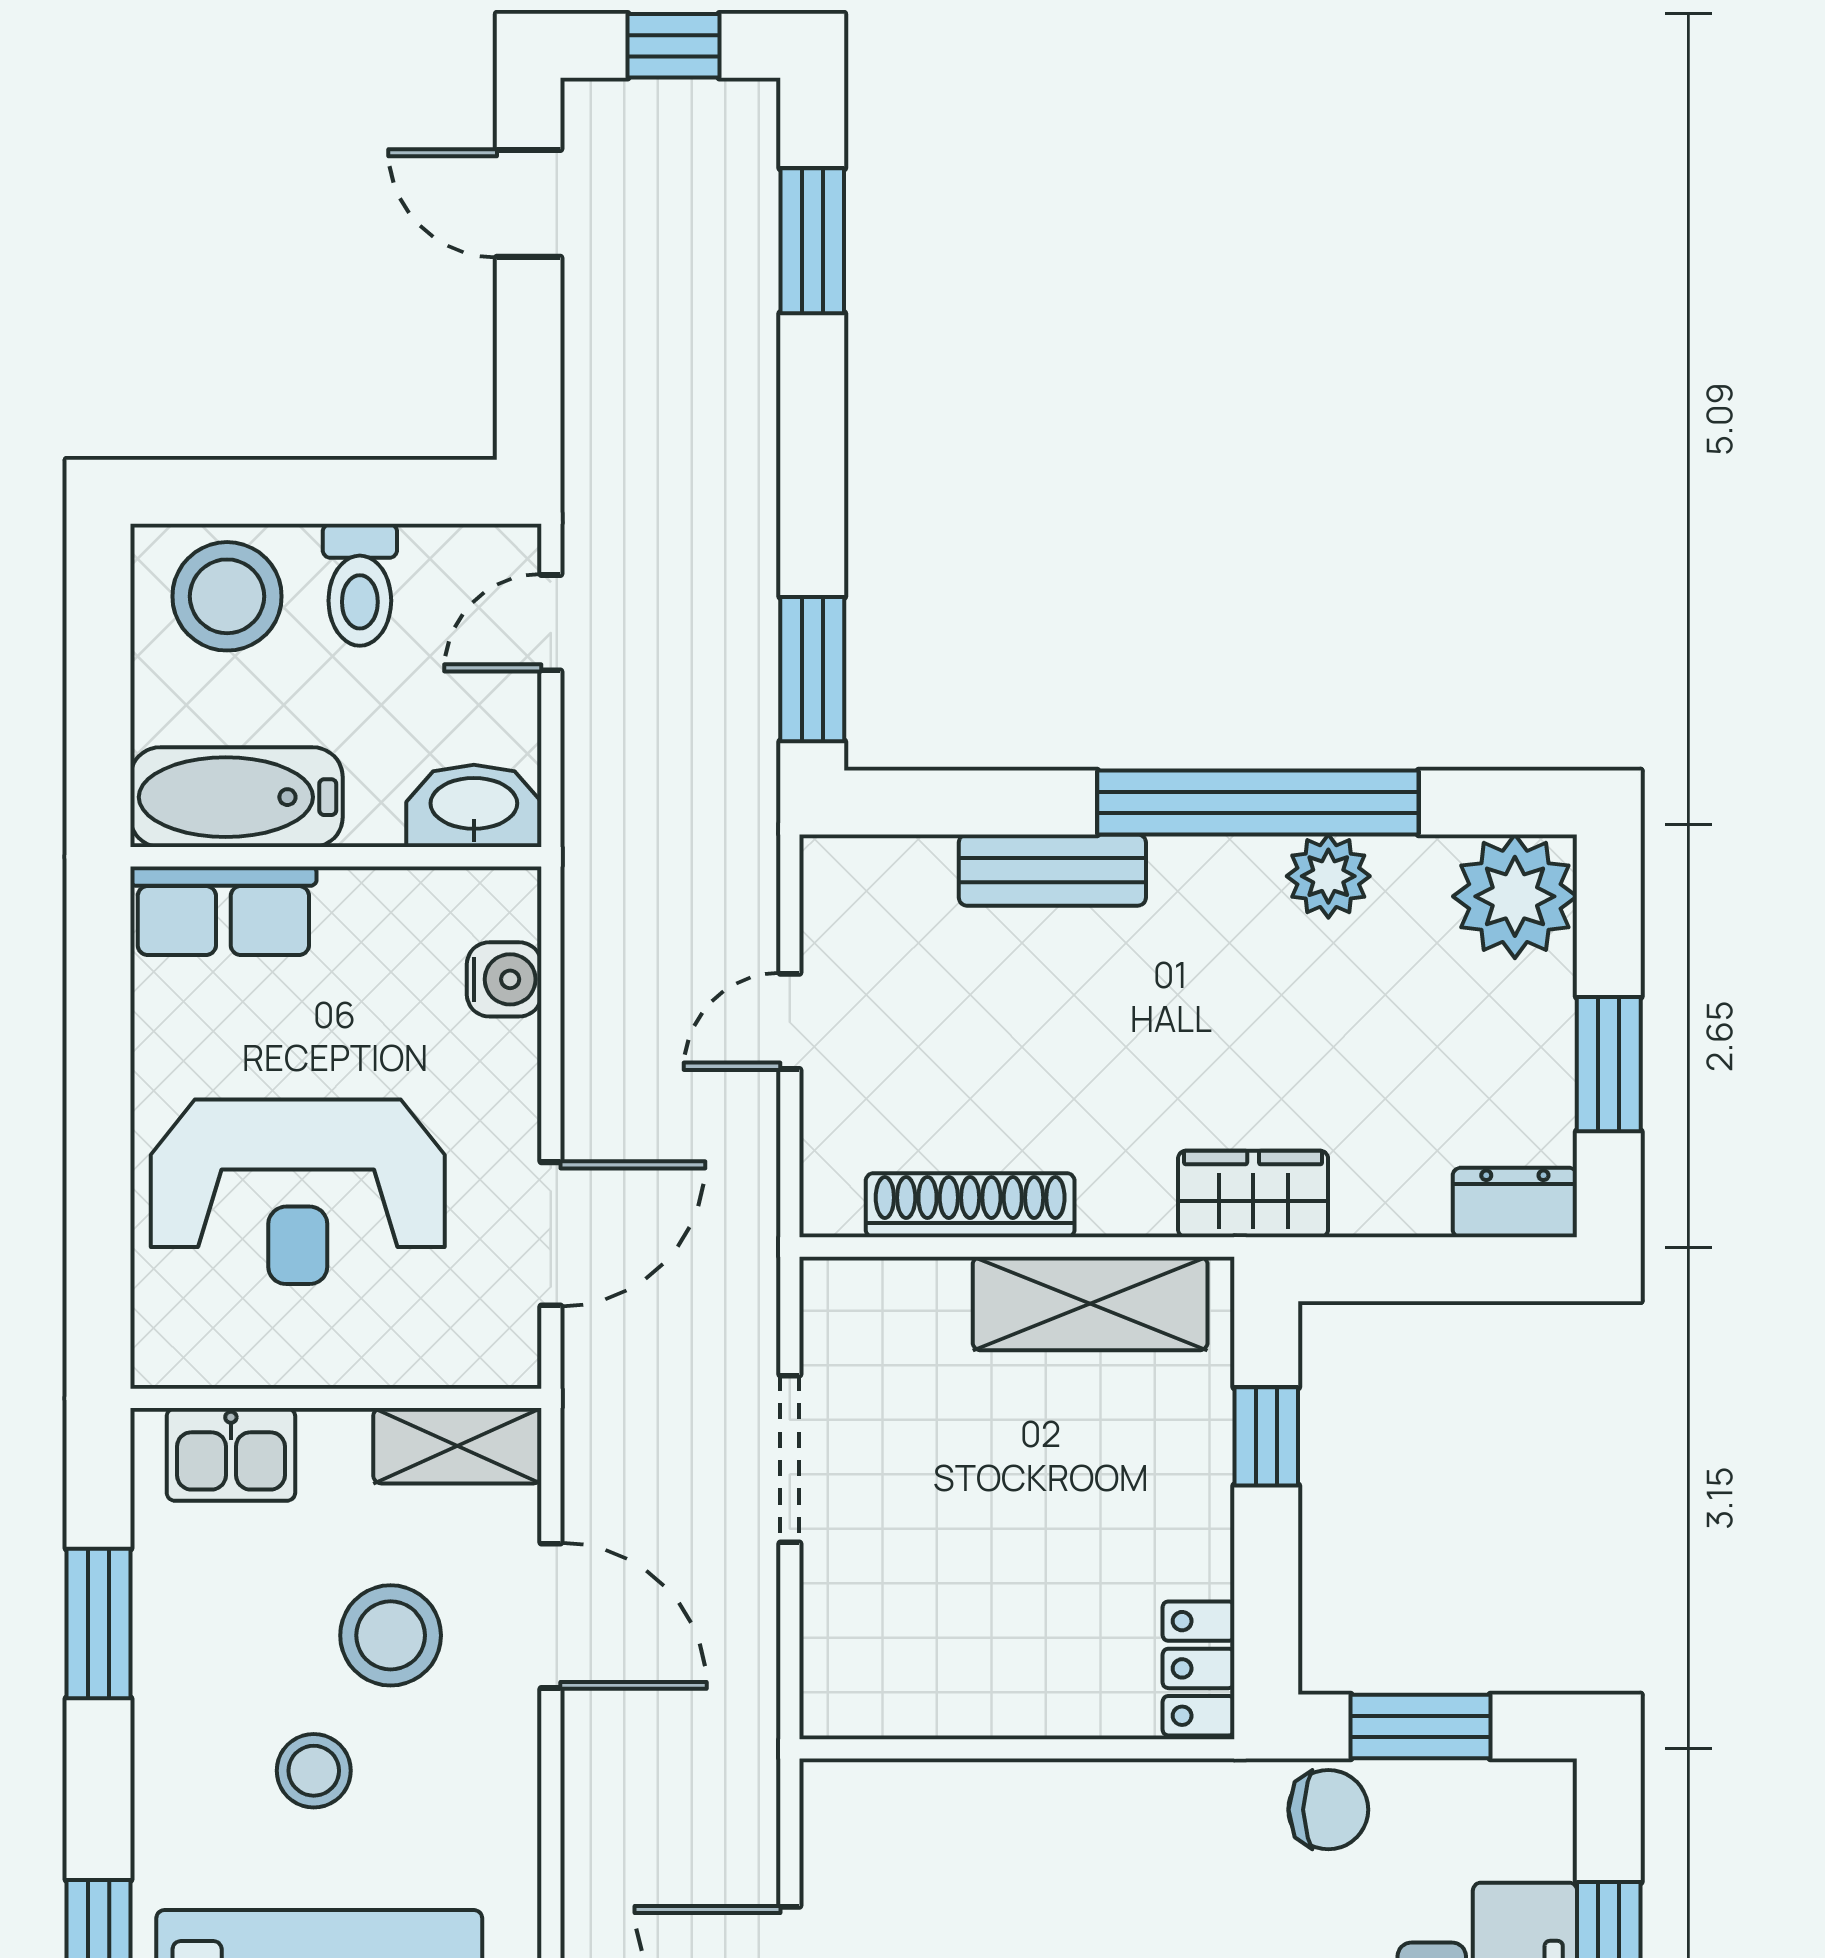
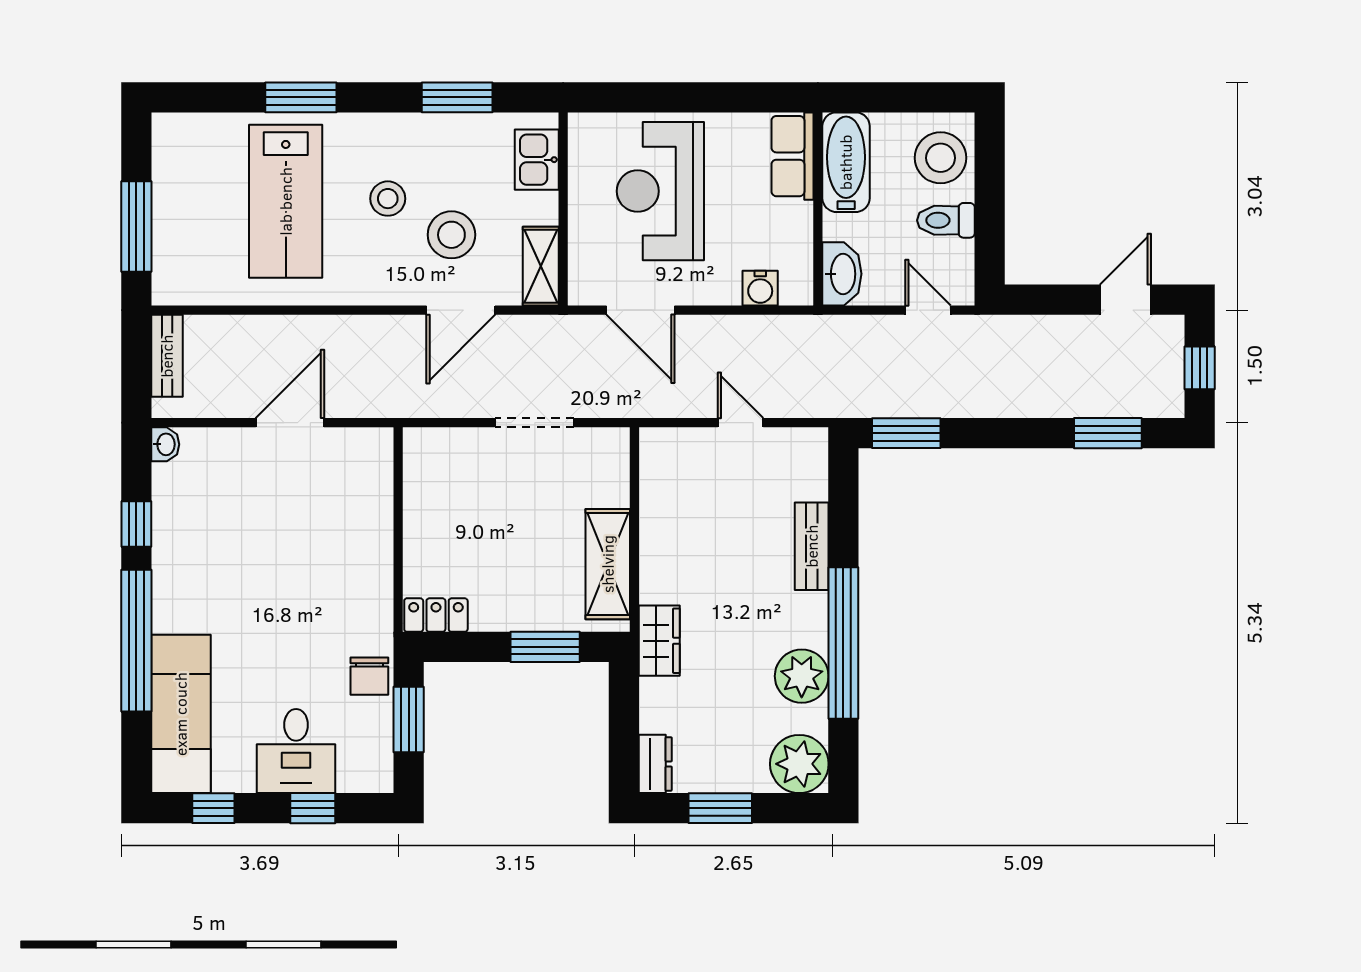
plant: (1328, 876) -> (802, 676), width x1.36, depth x1.36
shoe rack: (970, 1205) -> (654, 508), removed
window: (1266, 1436) -> (545, 647), width x1.50

